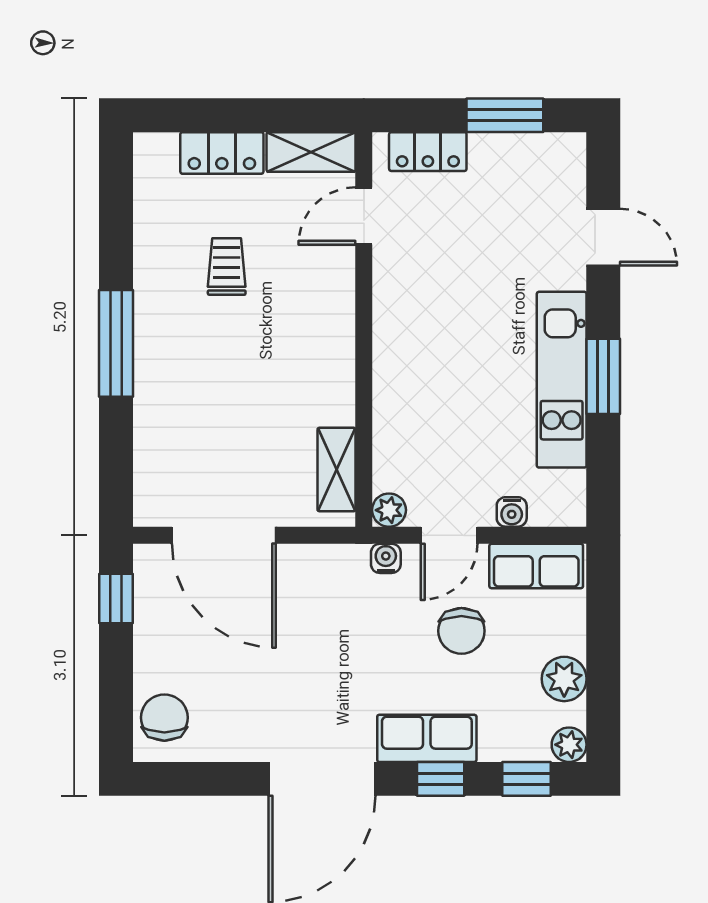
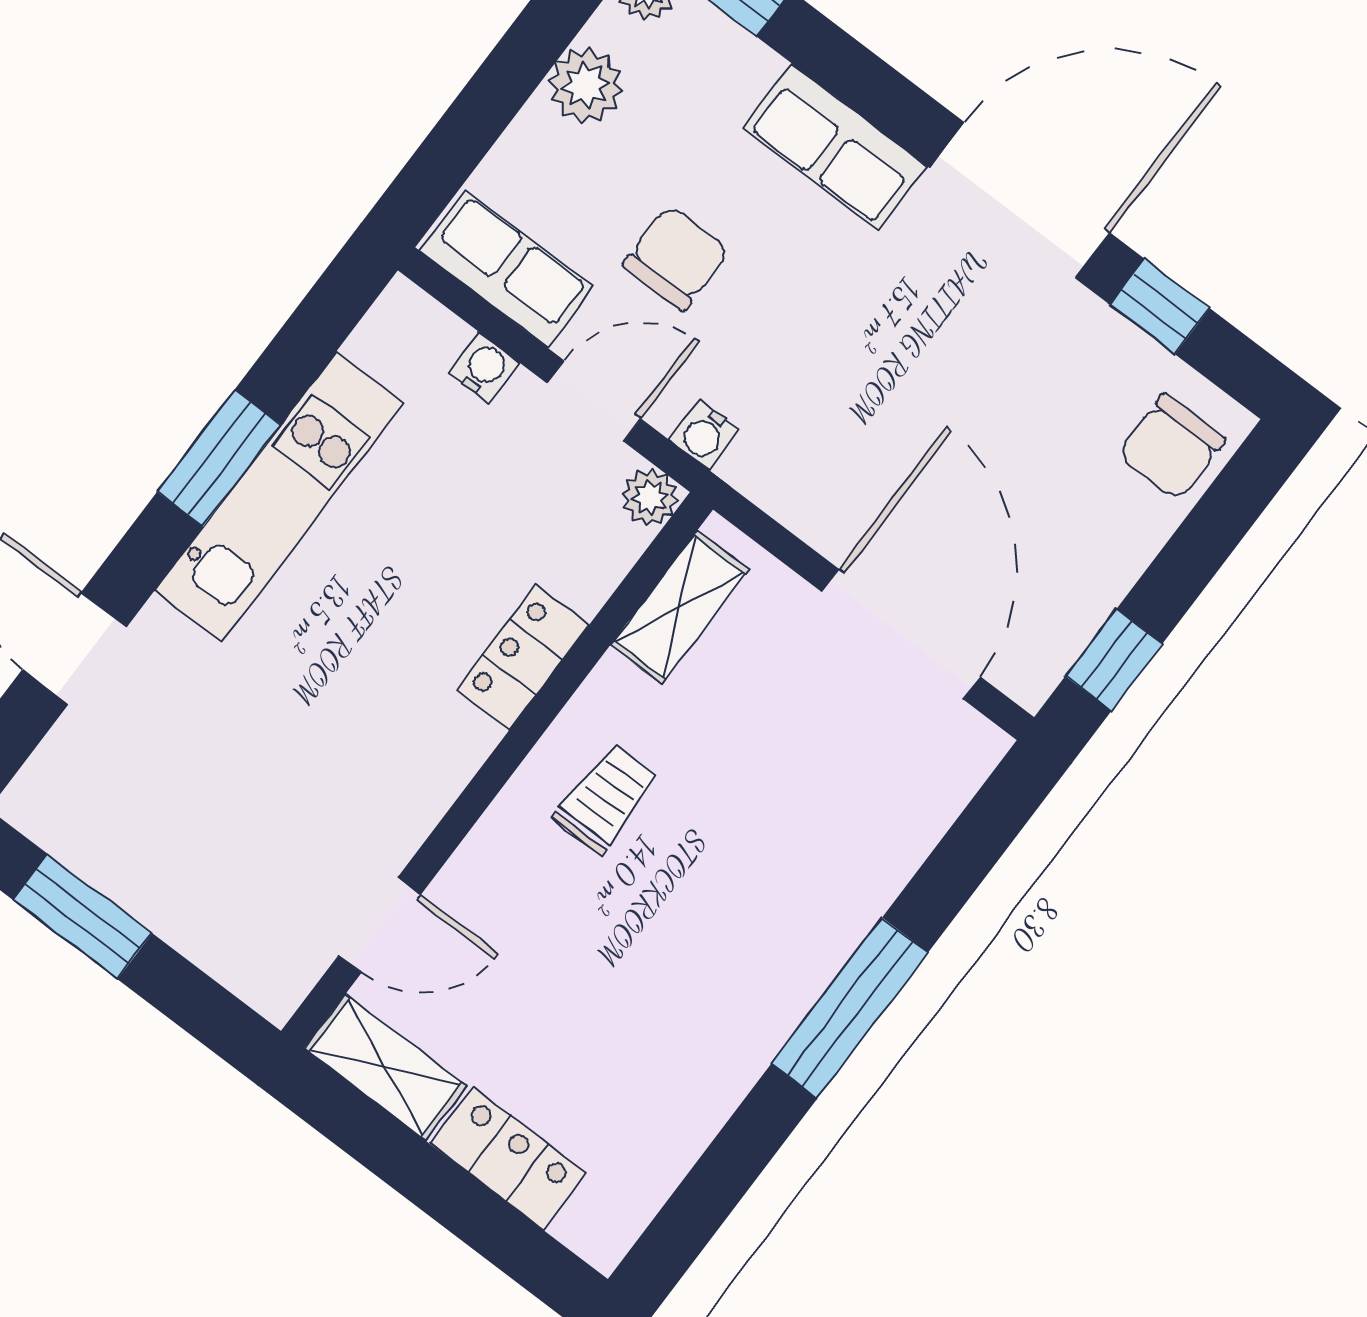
locker: (428, 152) -> (523, 657), moved, turned -90
trolley: (227, 266) -> (606, 798), moved, turned 180
window: (441, 779) -> (1160, 306), moved

